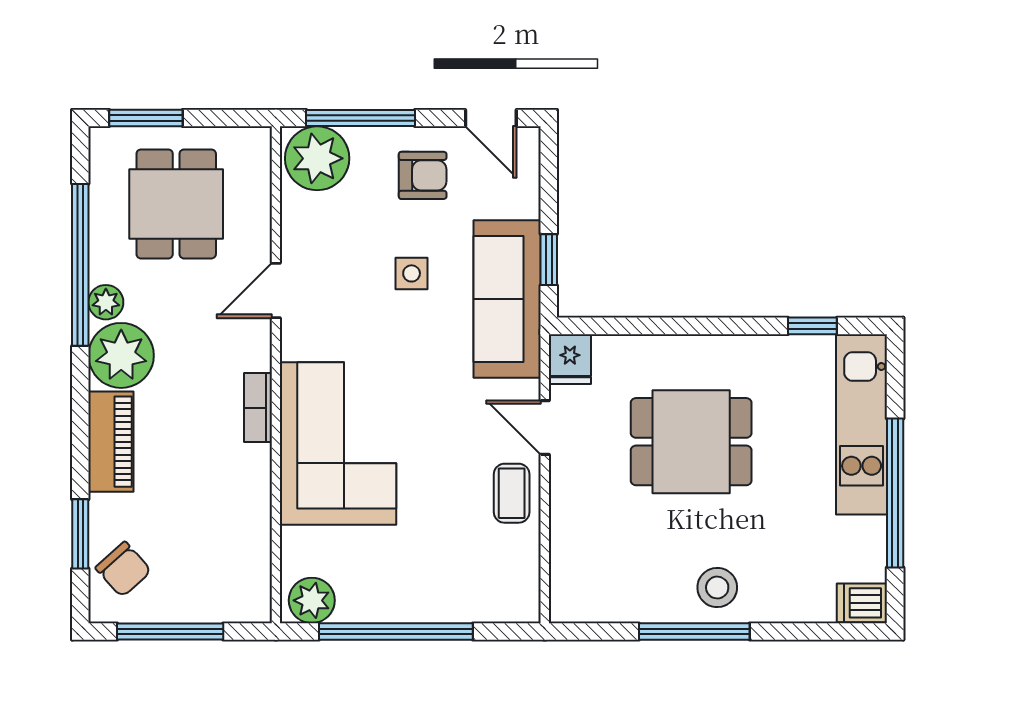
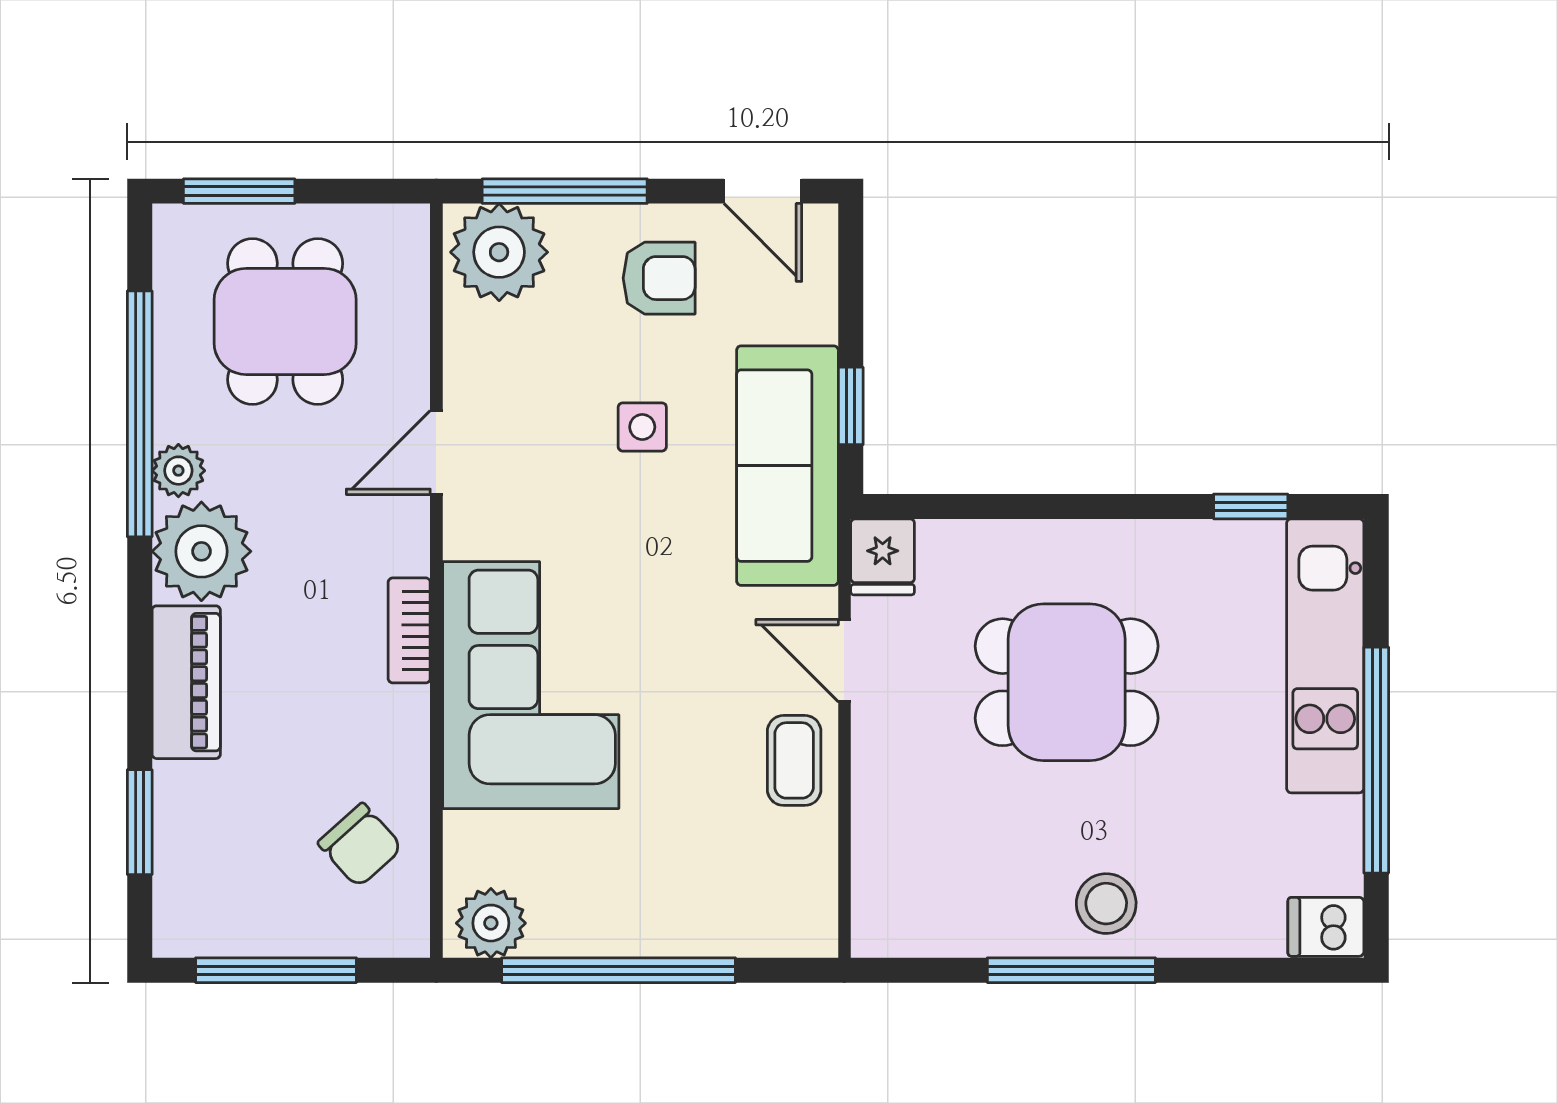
chair: (123, 569) -> (360, 845), moved

